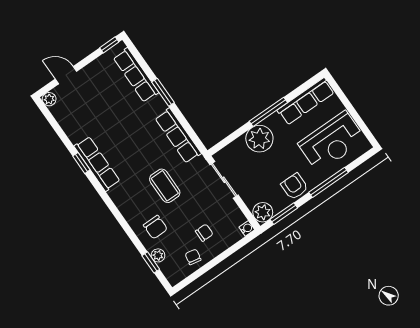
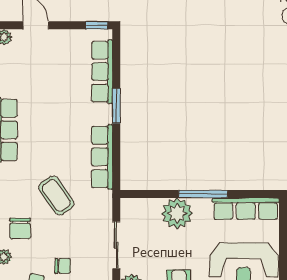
sliding door: (224, 180) -> (116, 245), moved
coffee table: (165, 186) -> (56, 195), turned -35

